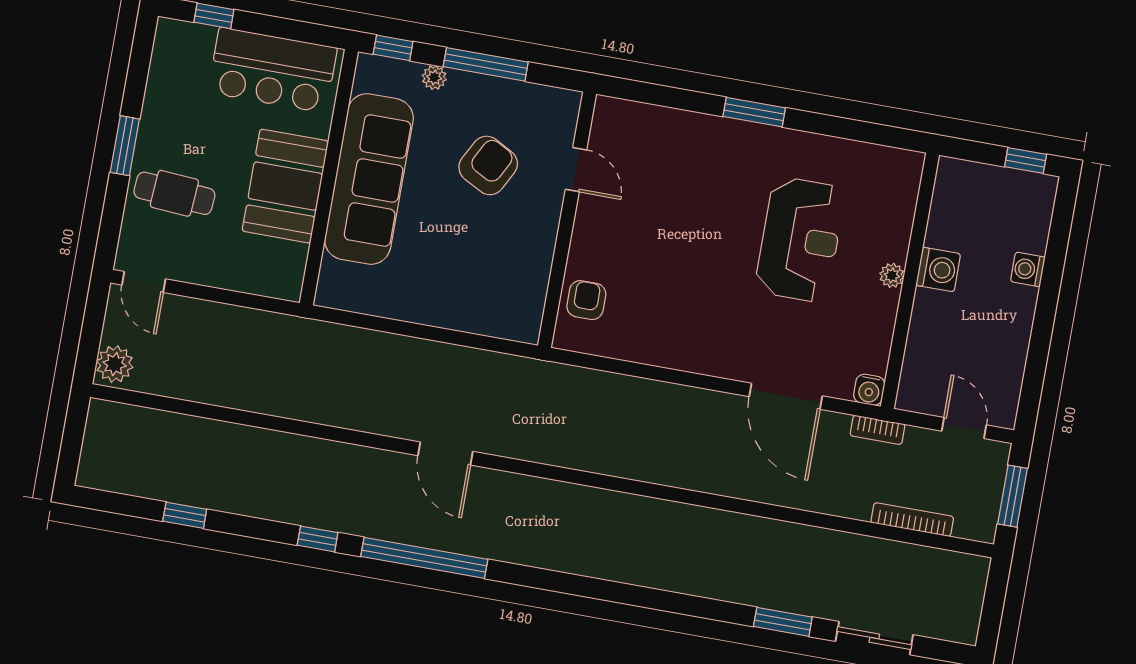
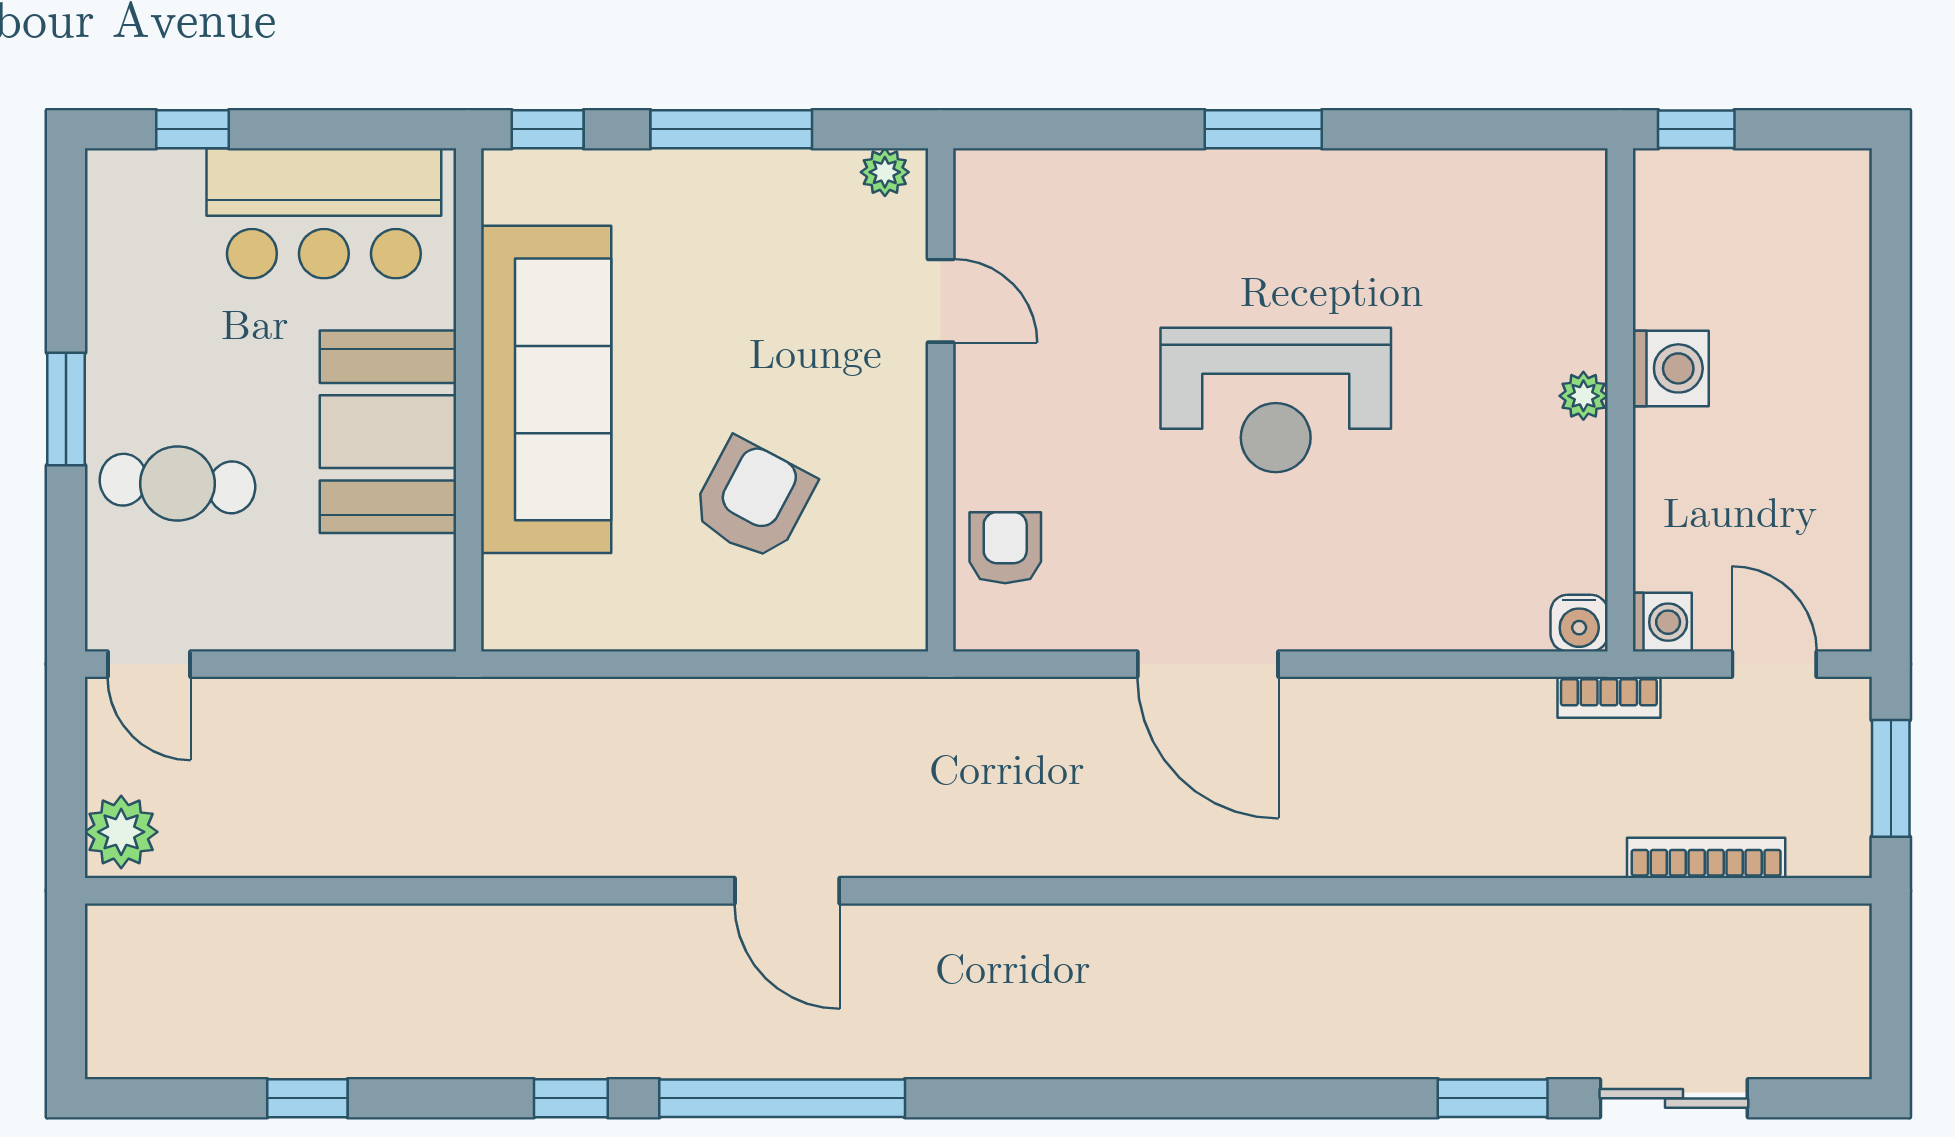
plant: (434, 77) -> (885, 172), moved
window: (1026, 160) -> (1696, 129), moved
armchair: (488, 165) -> (753, 499), moved
reception desk: (800, 240) -> (1276, 400), moved, turned 90
washing machine: (1028, 269) -> (1662, 622), moved, turned 180
door: (786, 396) -> (1208, 664), moved

